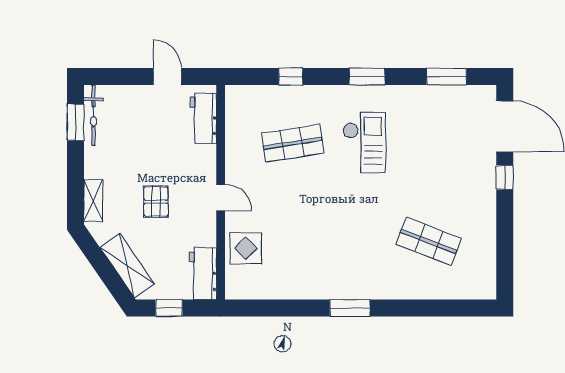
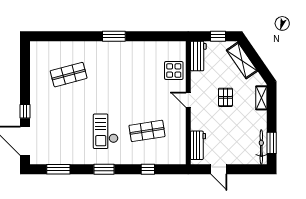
shop shelf: (429, 241) -> (69, 75), turned -36

